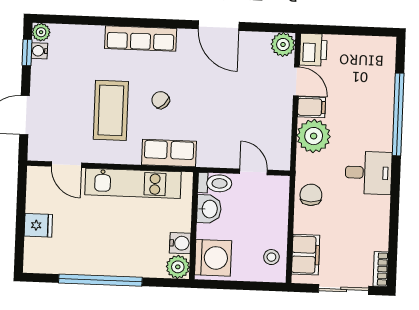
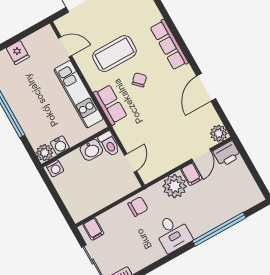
door: (66, 165) -> (65, 47), swing flipped
filing cabinet: (306, 255) -> (93, 229), width x0.50
stool: (271, 257) -> (85, 206), removed
washing machine: (213, 258) -> (55, 168), width x0.53, depth x0.53

